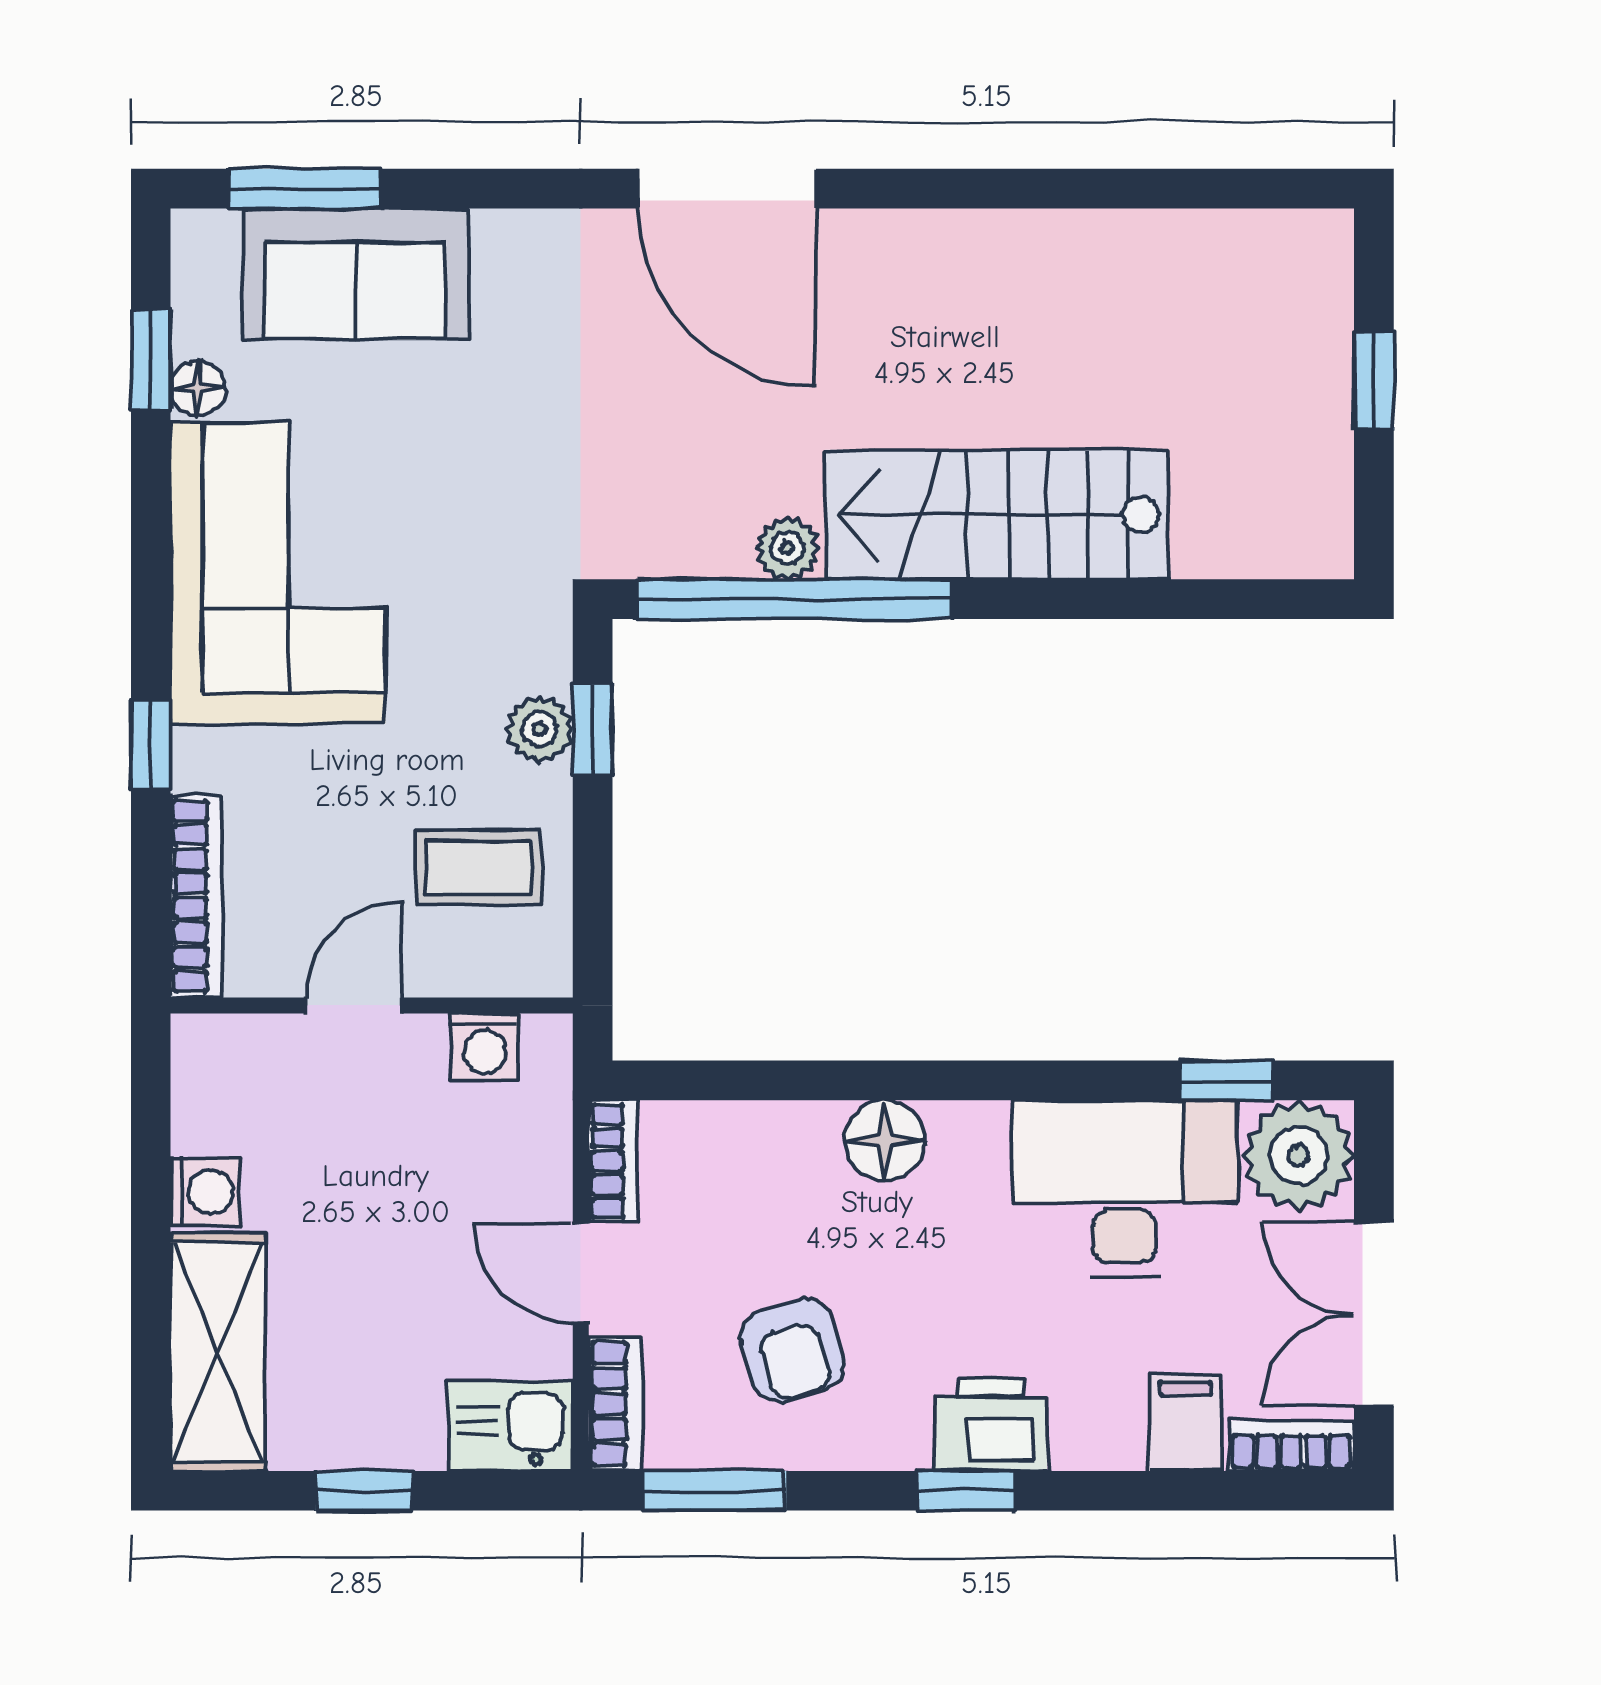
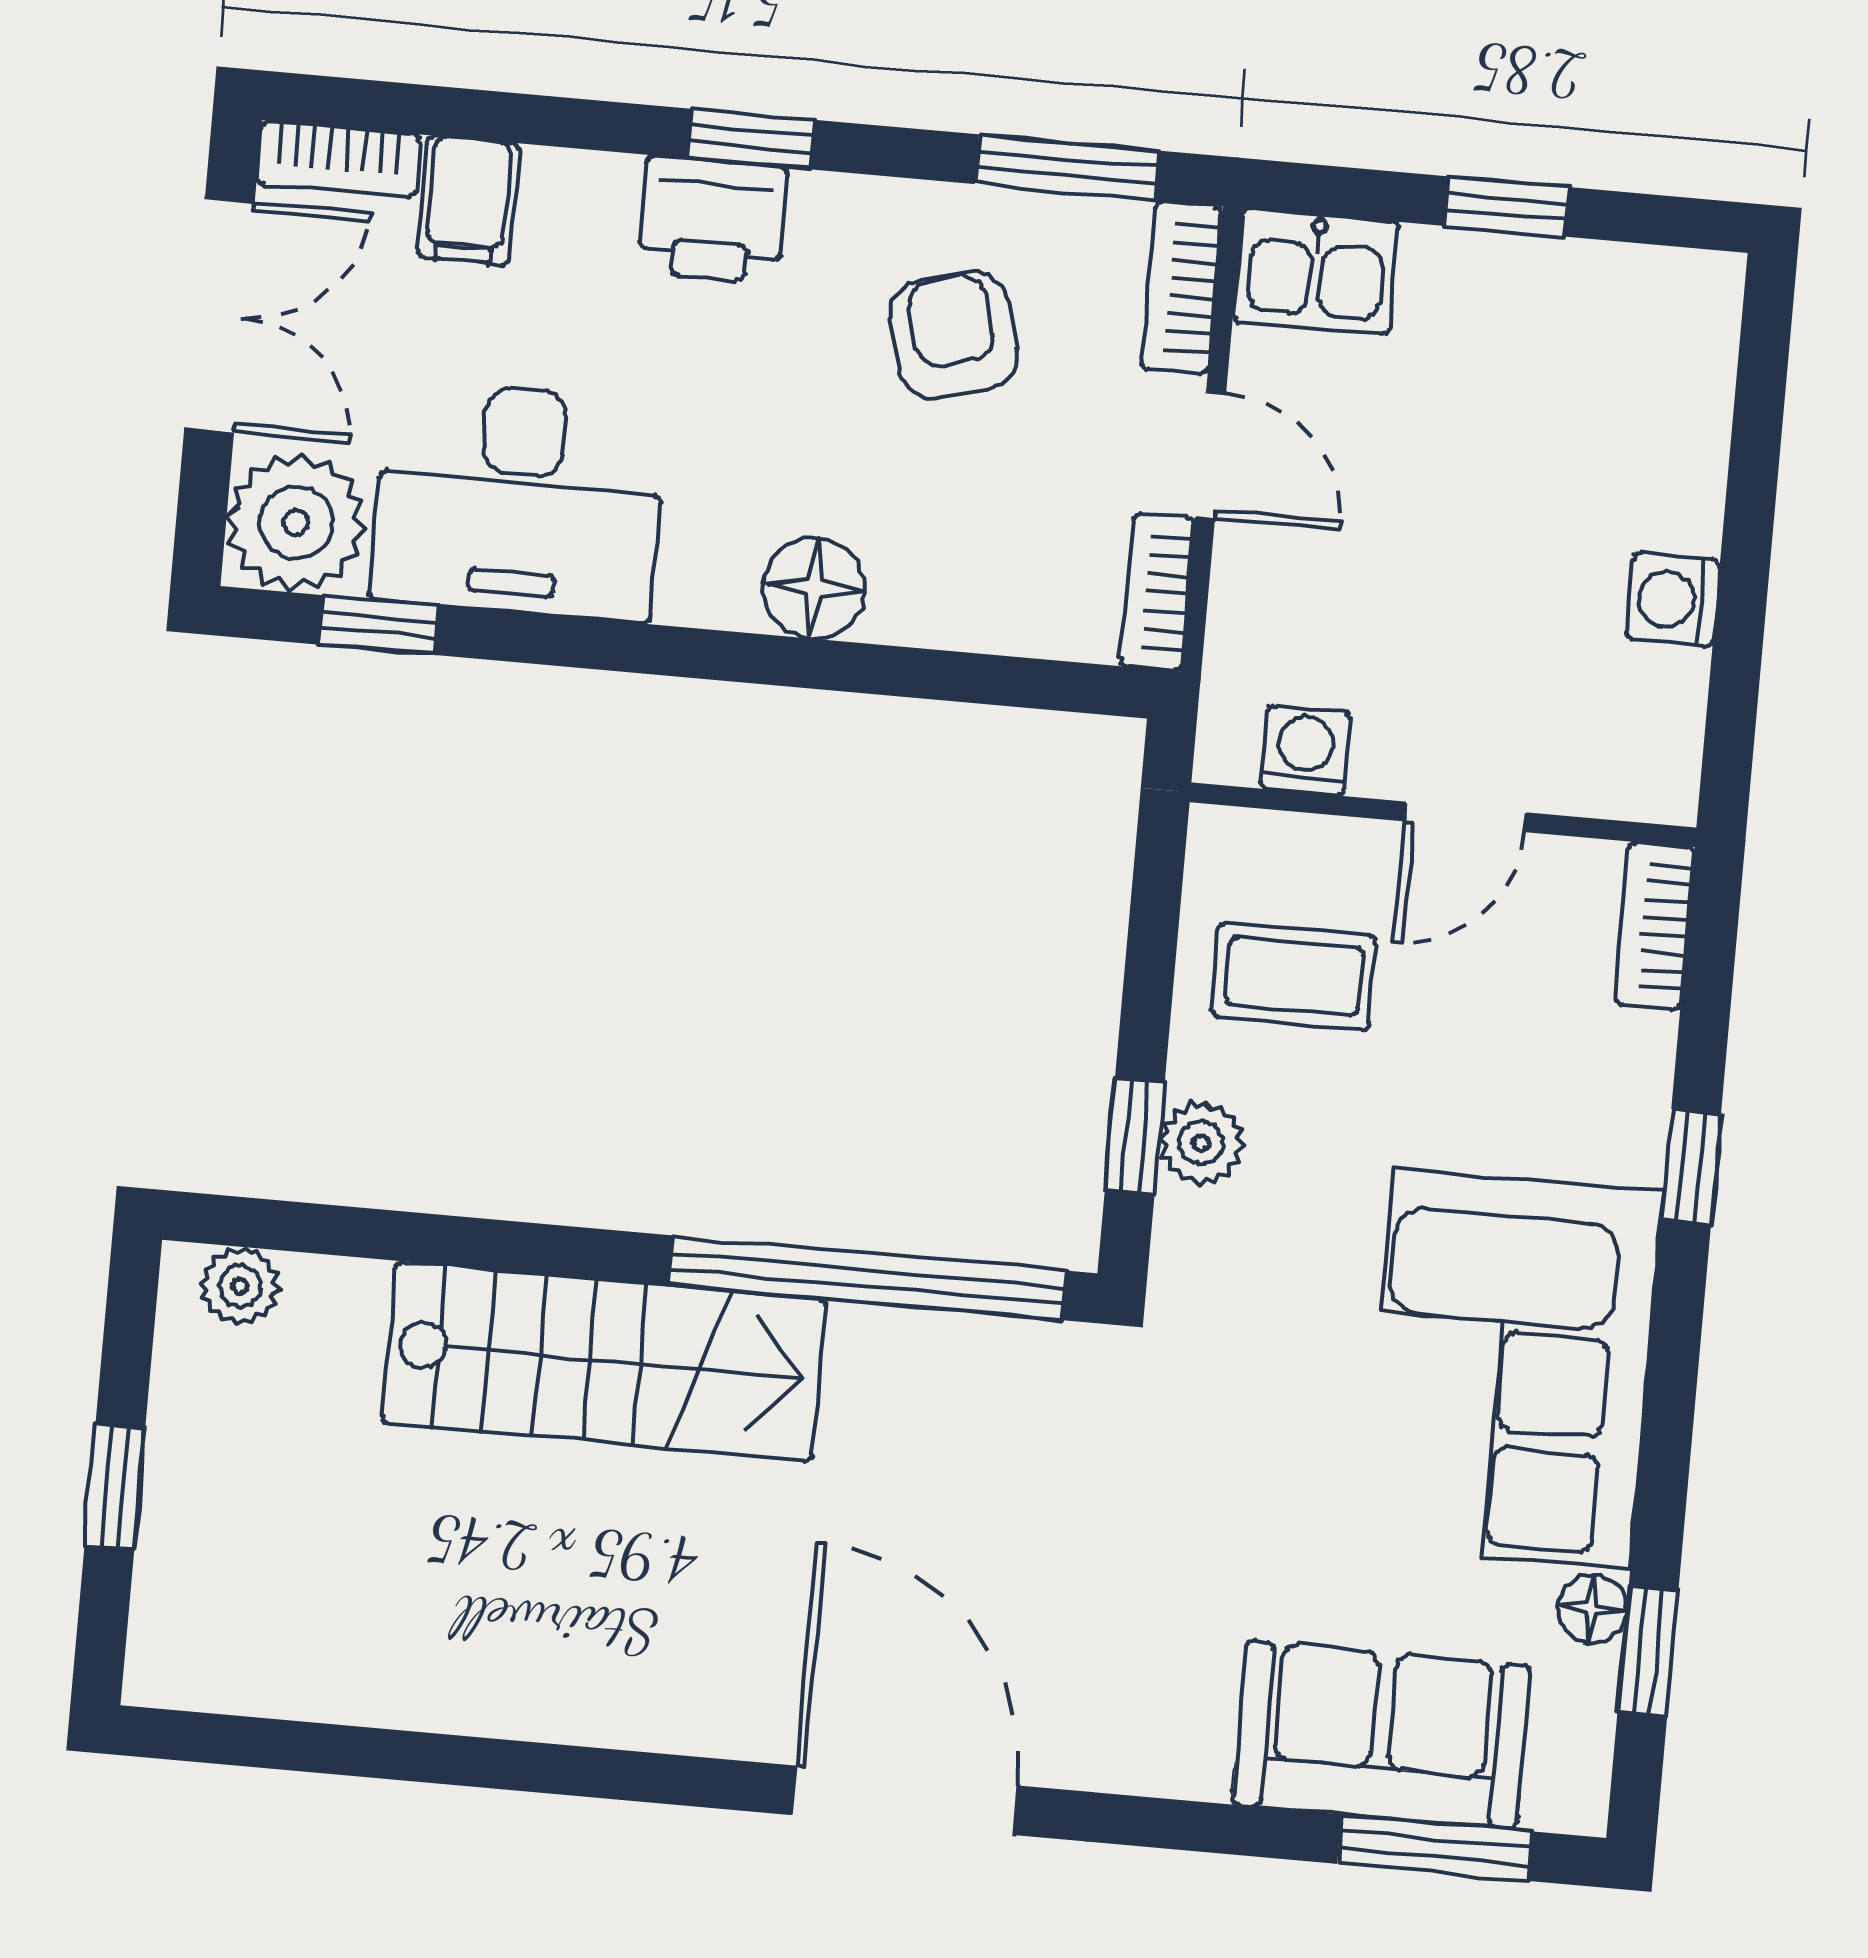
plant: (787, 548) -> (240, 1286), moved
bookcase: (196, 896) -> (1655, 926), width x0.64
shelving: (218, 1352) -> (1675, 397), removed

